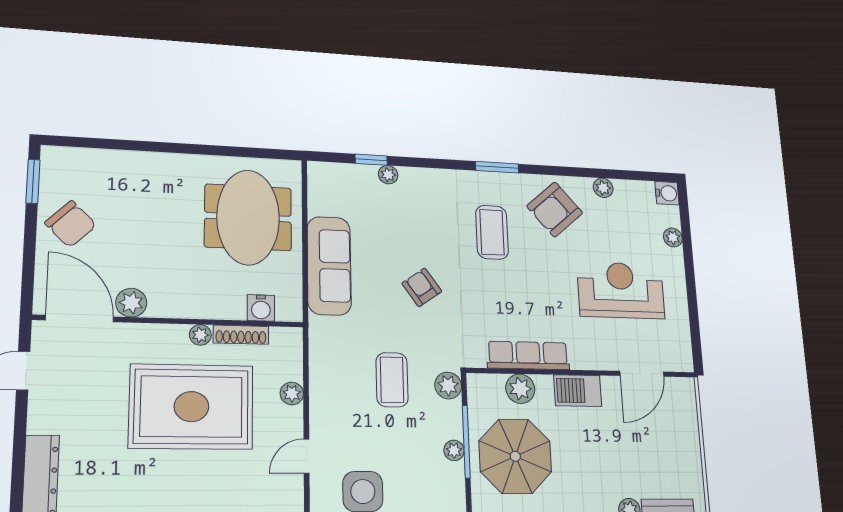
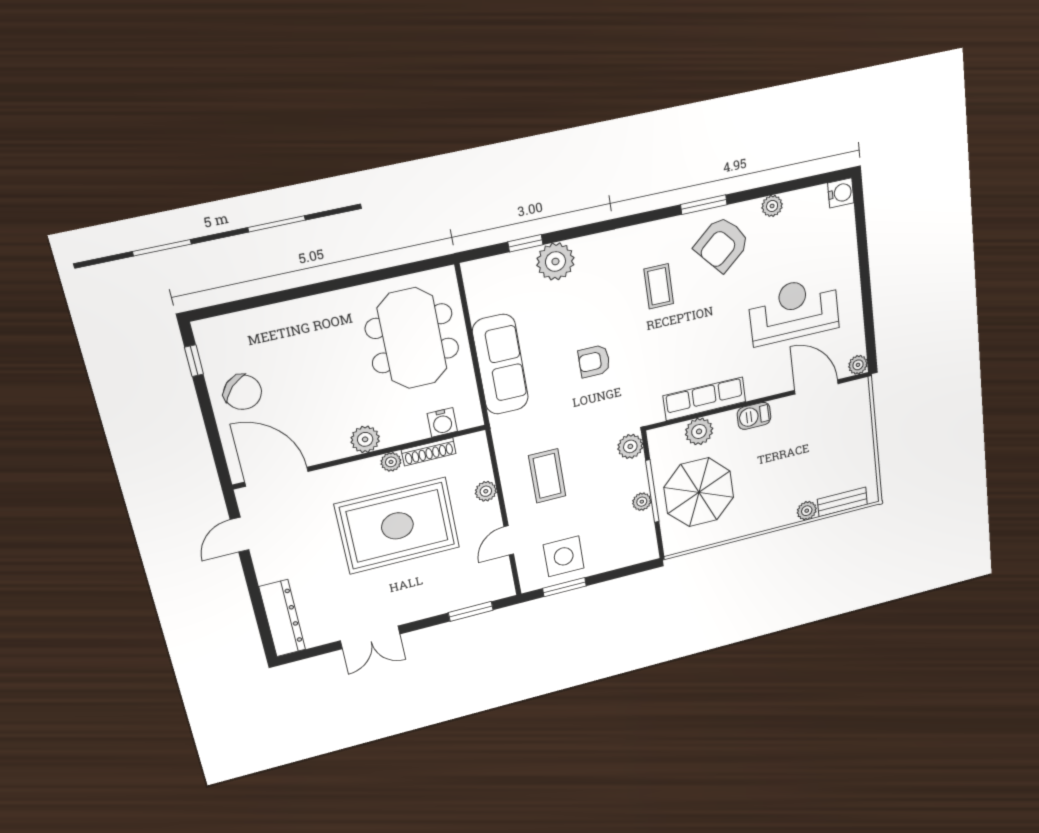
window: (497, 167) -> (704, 205), moved
plant: (388, 175) -> (555, 261), width x1.87, depth x1.87
window: (33, 181) -> (194, 361), width x0.67
coffee table: (492, 232) -> (659, 286), width x0.73, depth x0.77
plant: (673, 237) -> (858, 365), moved
armchair: (422, 287) -> (594, 361), turned -55
plant: (131, 303) -> (365, 439), moved
door: (642, 374) -> (816, 387), swing flipped
coffee table: (392, 380) -> (547, 476), moved
barbecue: (578, 391) -> (754, 416), width x0.73, depth x0.79

